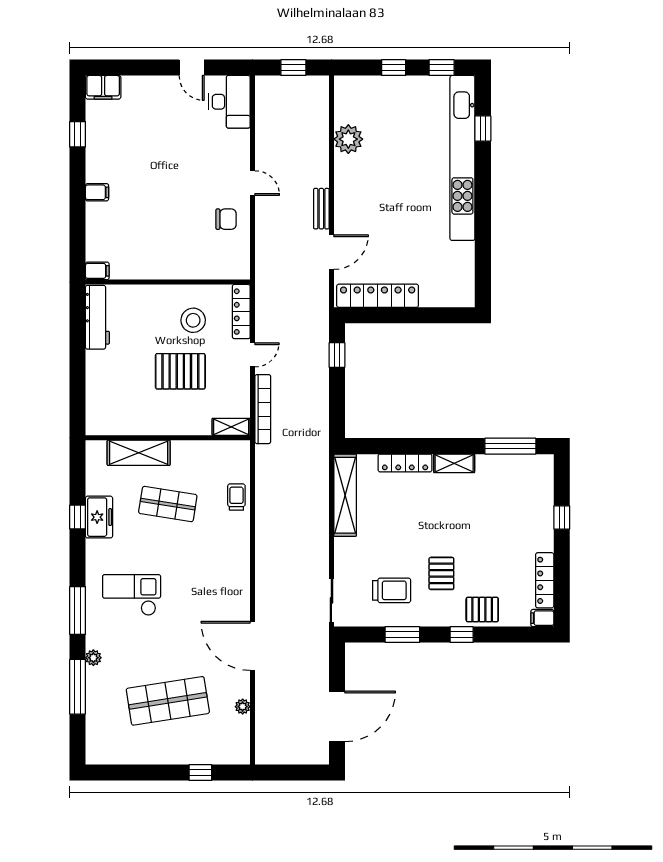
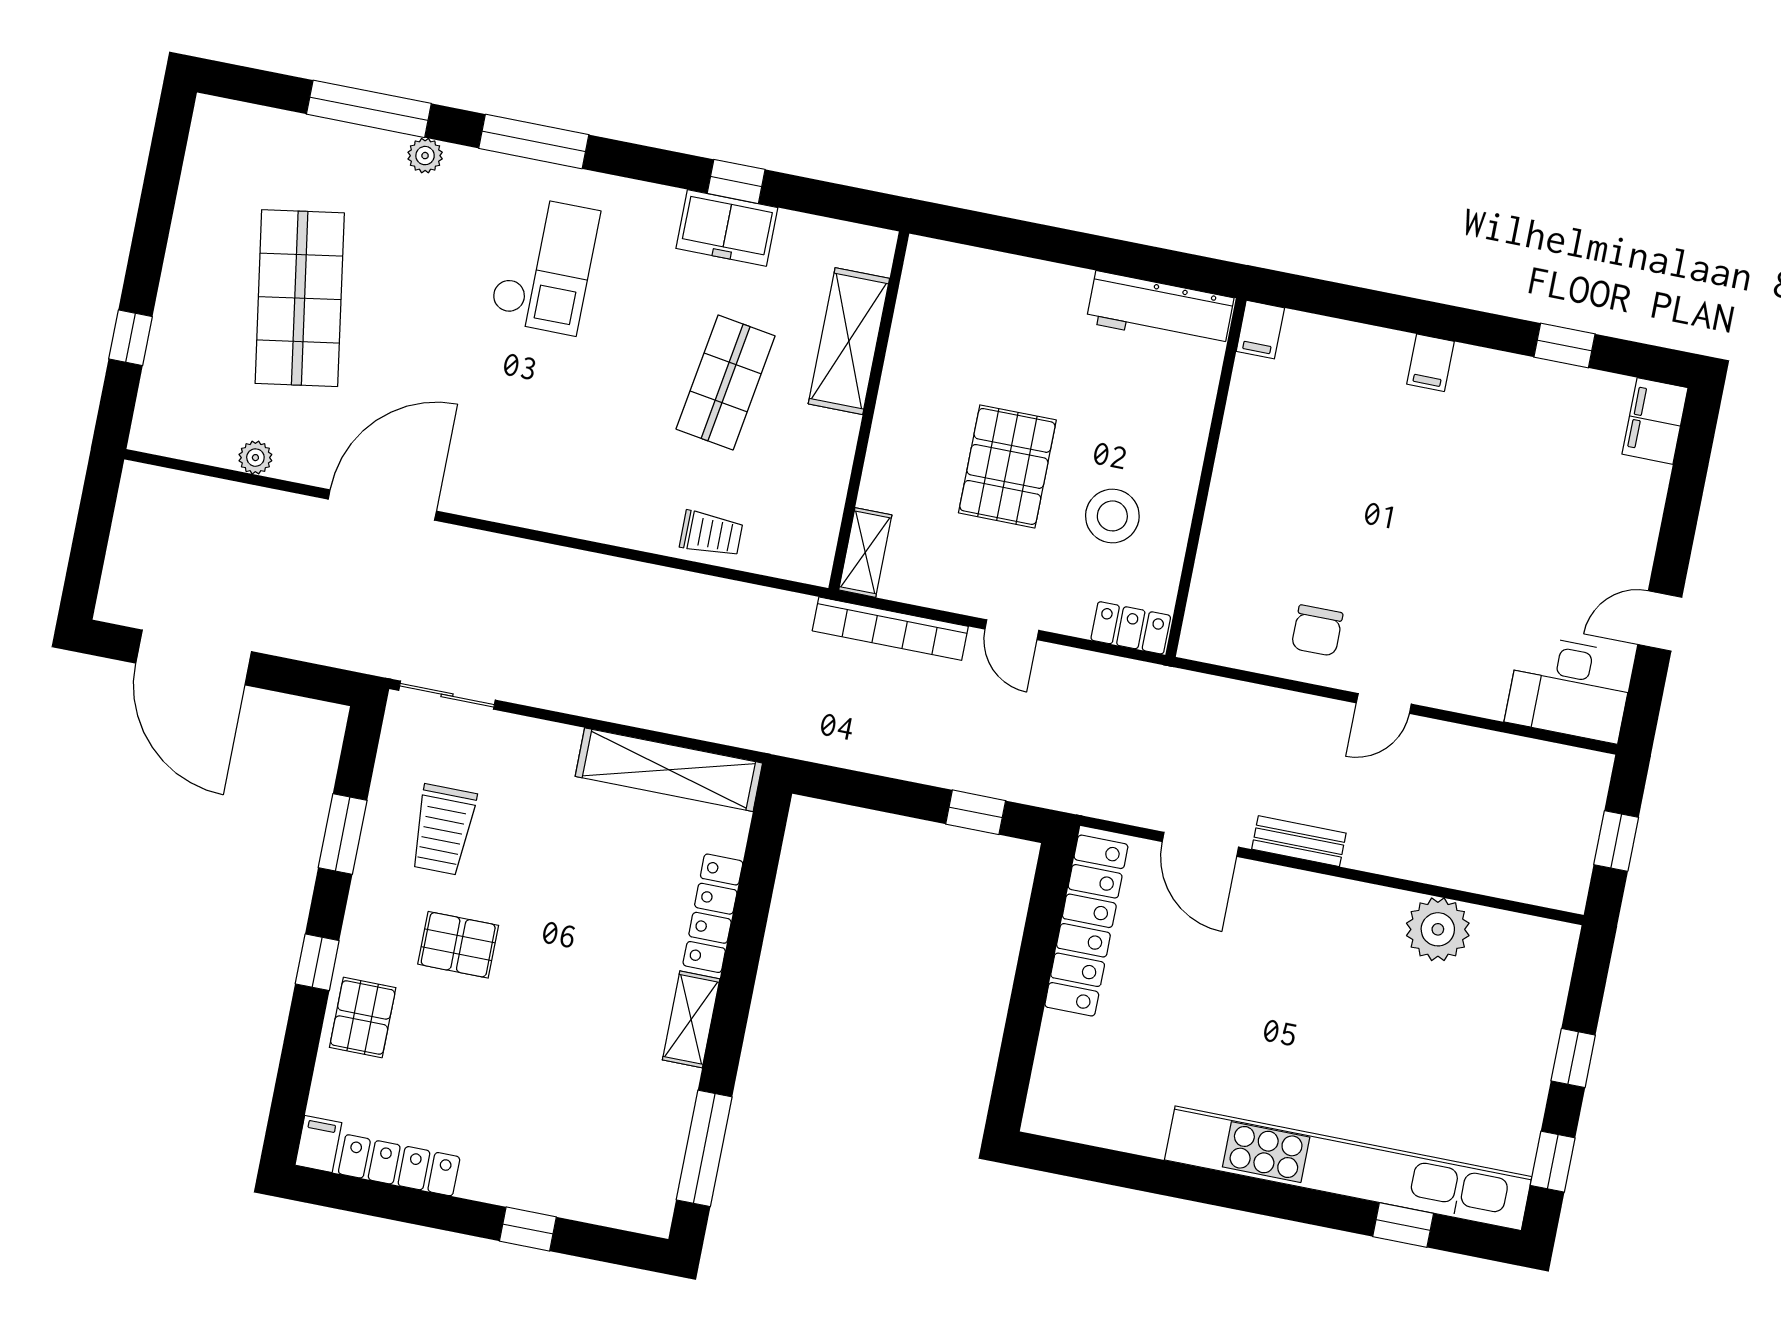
locker: (241, 312) -> (1131, 628), width x0.66

